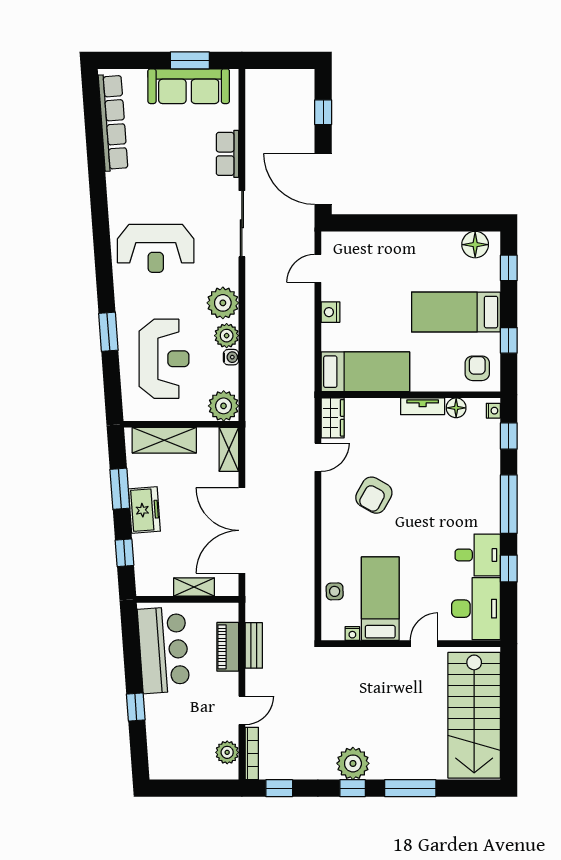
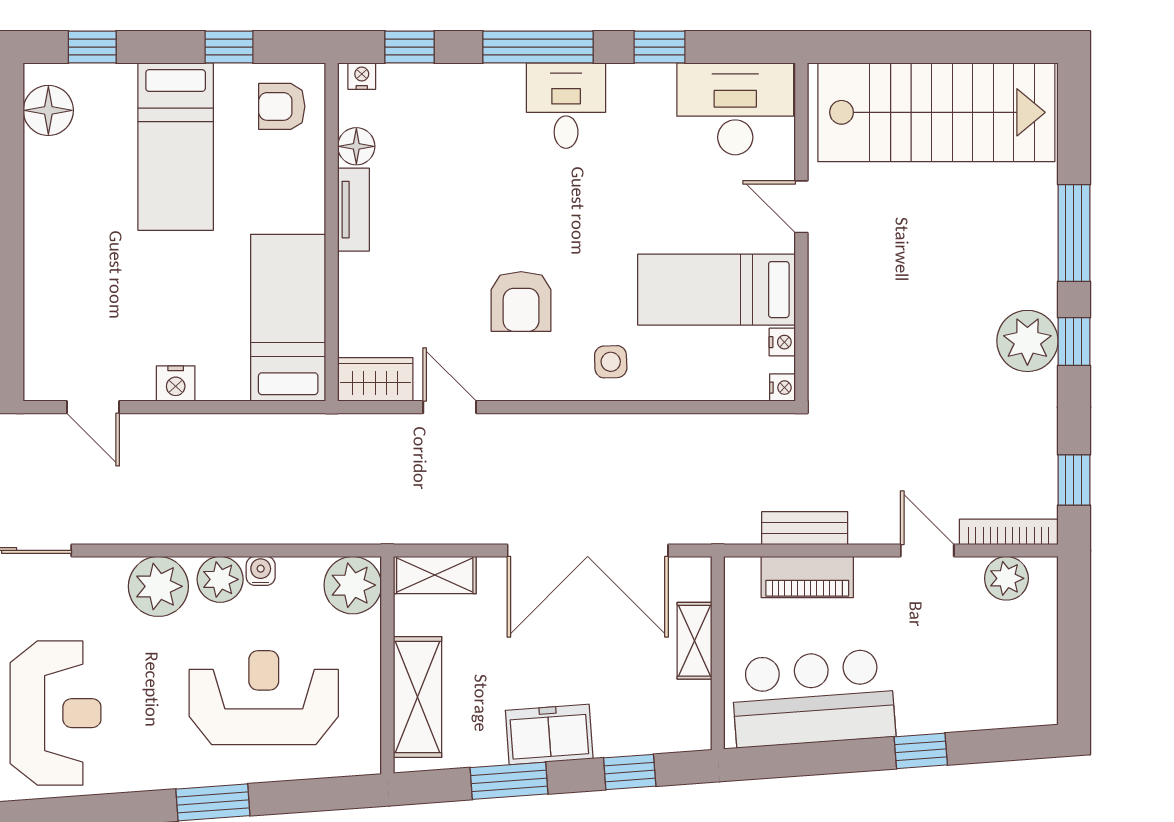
armchair: (374, 495) -> (521, 301), turned 61
desk: (478, 555) -> (566, 106), moved
side table: (335, 591) -> (611, 362), moved
nightstand: (328, 634) -> (782, 388), added

